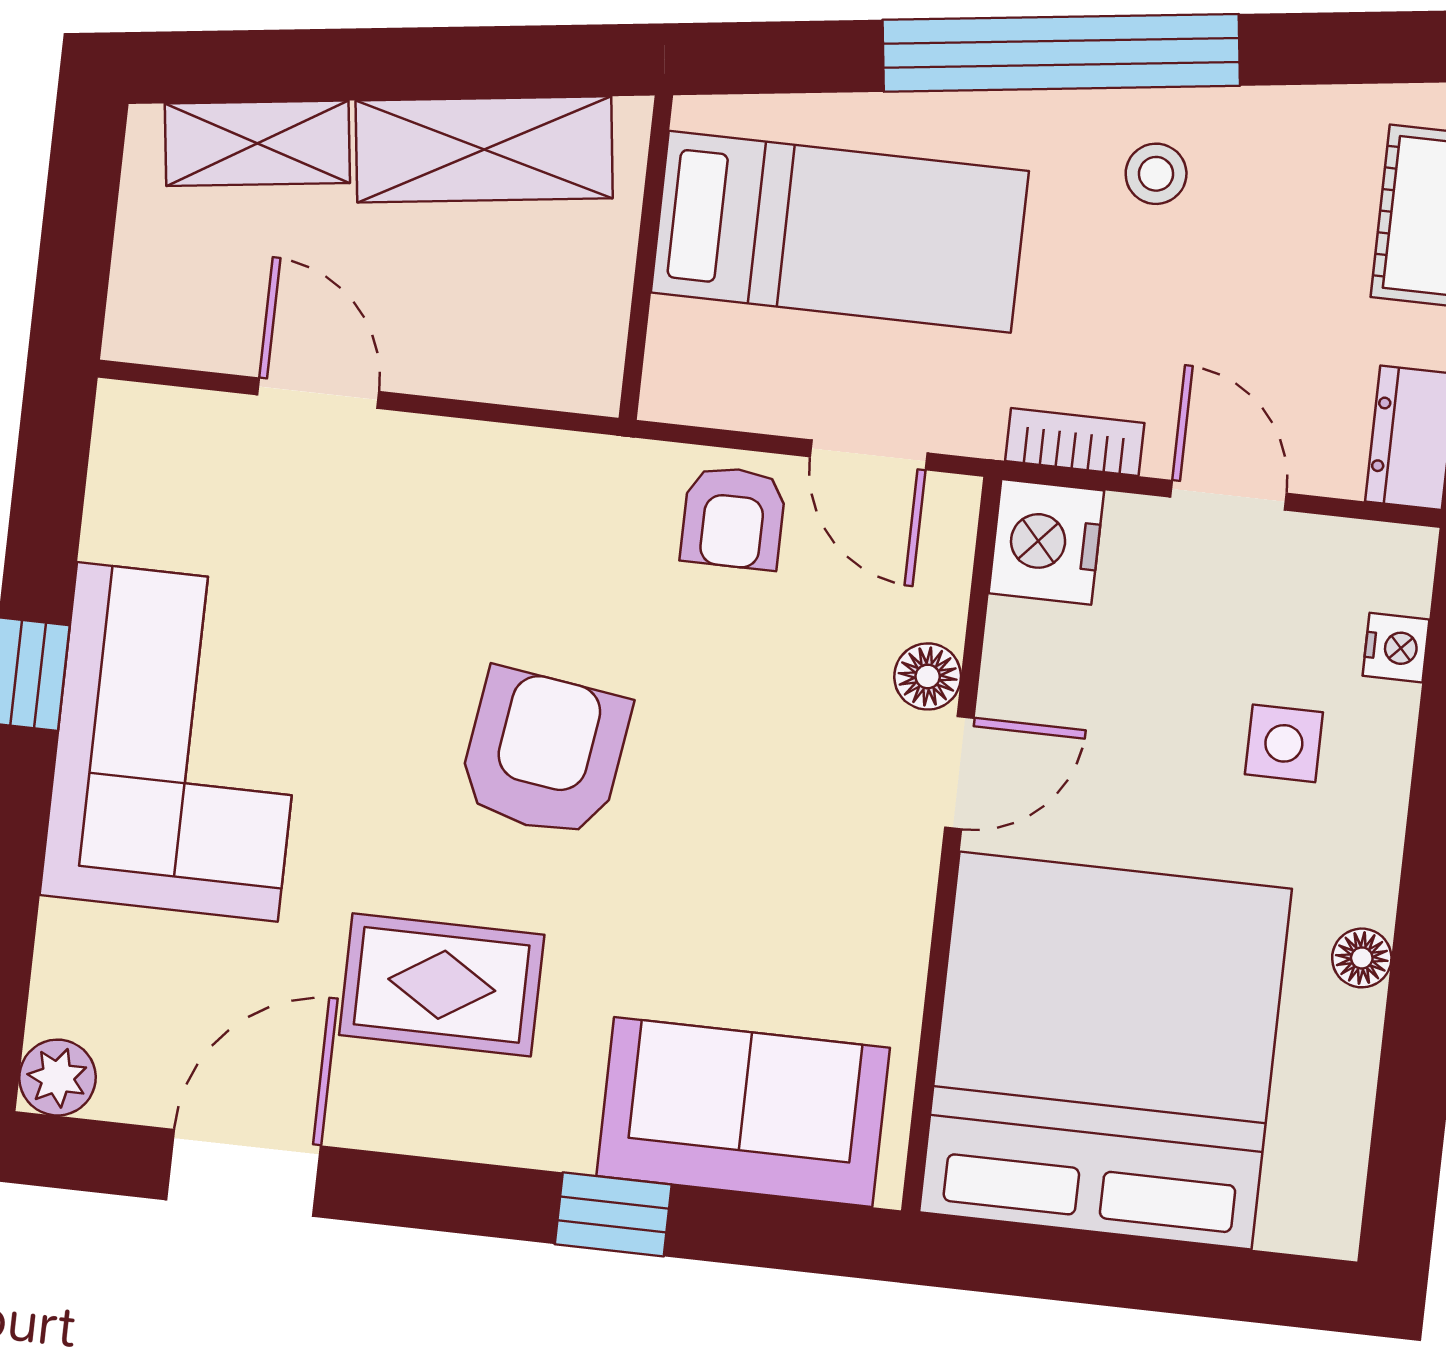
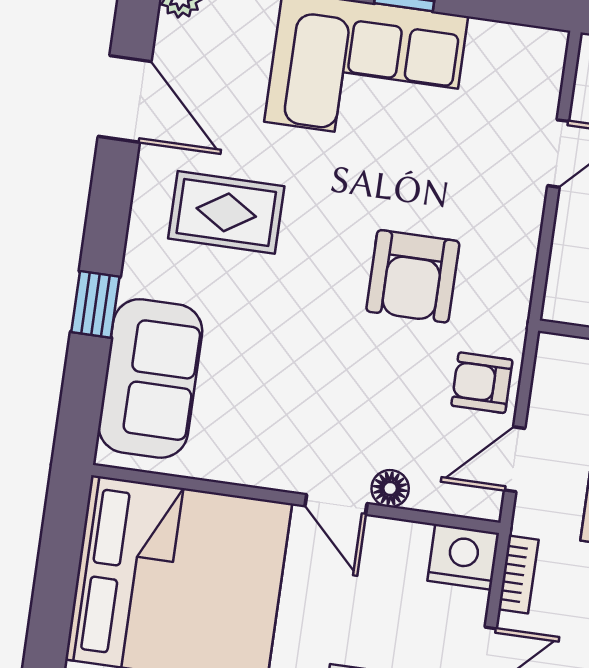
armchair: (544, 753) -> (413, 276), moved, turned 82
rug: (442, 985) -> (226, 212), turned 90

